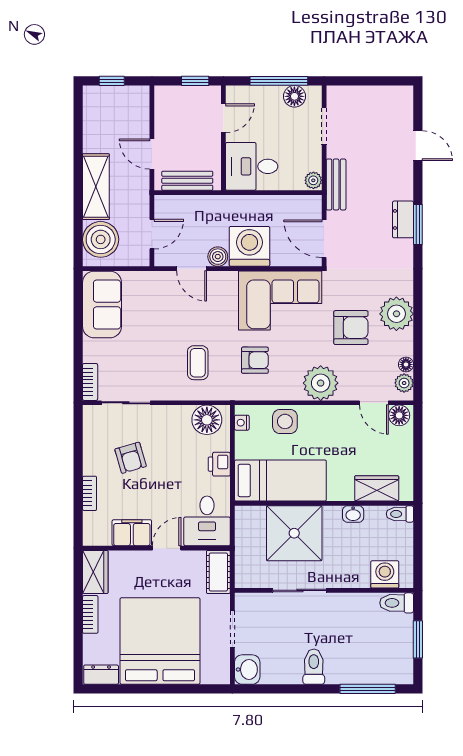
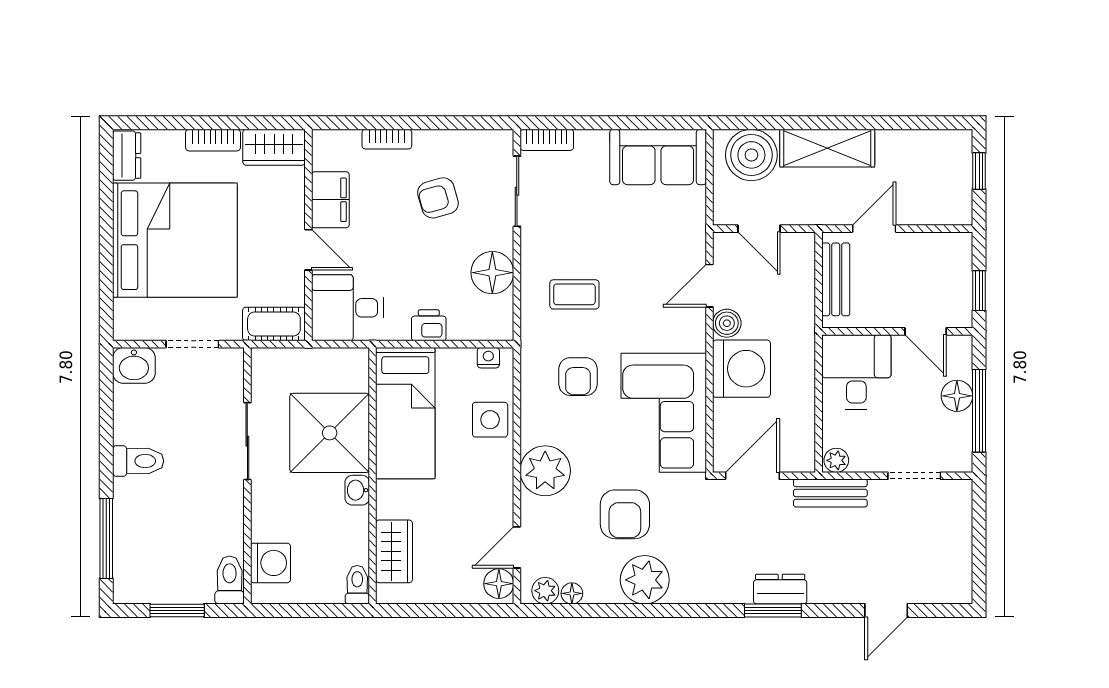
floor lamp: (294, 96) -> (957, 396), moved
floor lamp: (207, 420) -> (492, 273), moved
washbasin: (353, 514) -> (357, 490), moved

